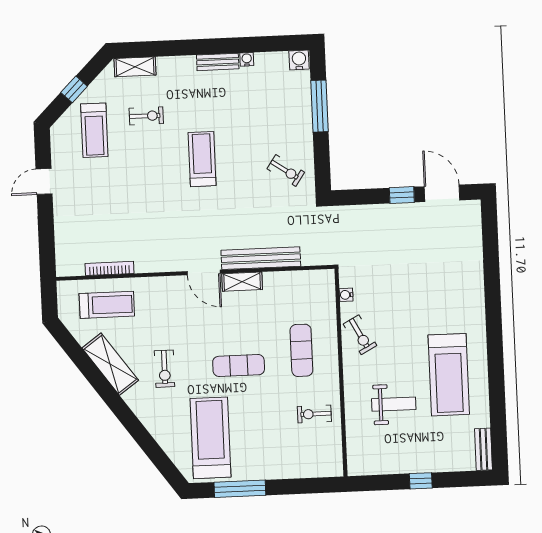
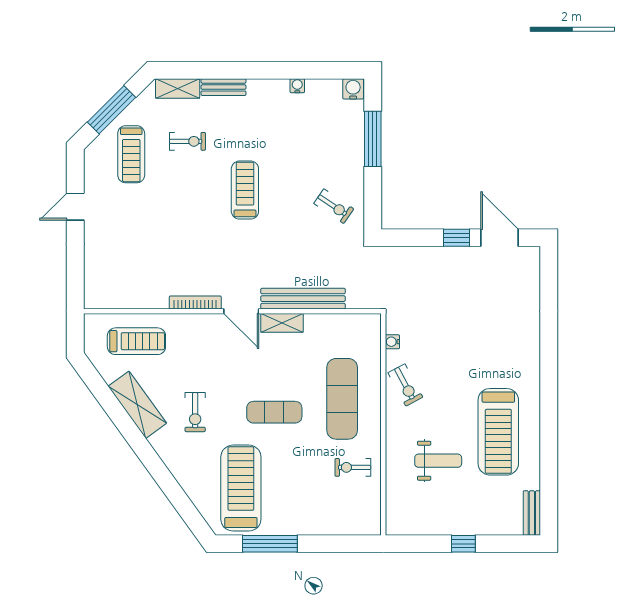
bench: (218, 62) -> (224, 87), moved
window: (74, 89) -> (111, 110), width x2.17
bookcase: (110, 268) -> (195, 302), moved
exercise mat: (301, 350) -> (342, 399), width x1.36, depth x1.45

